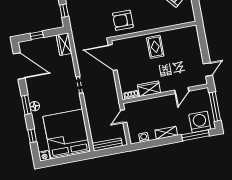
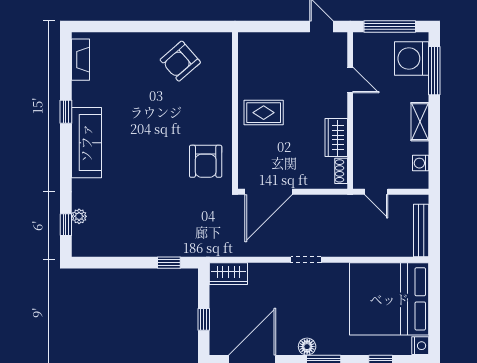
floor lamp: (35, 106) -> (307, 347), moved

